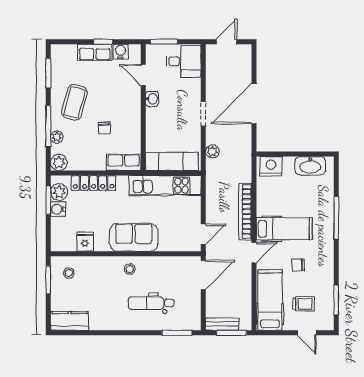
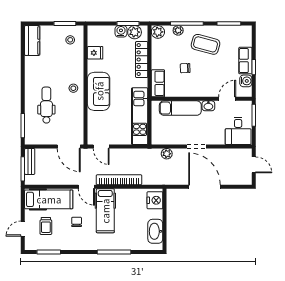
exam couch: (172, 161) -> (180, 108), moved, turned 90

